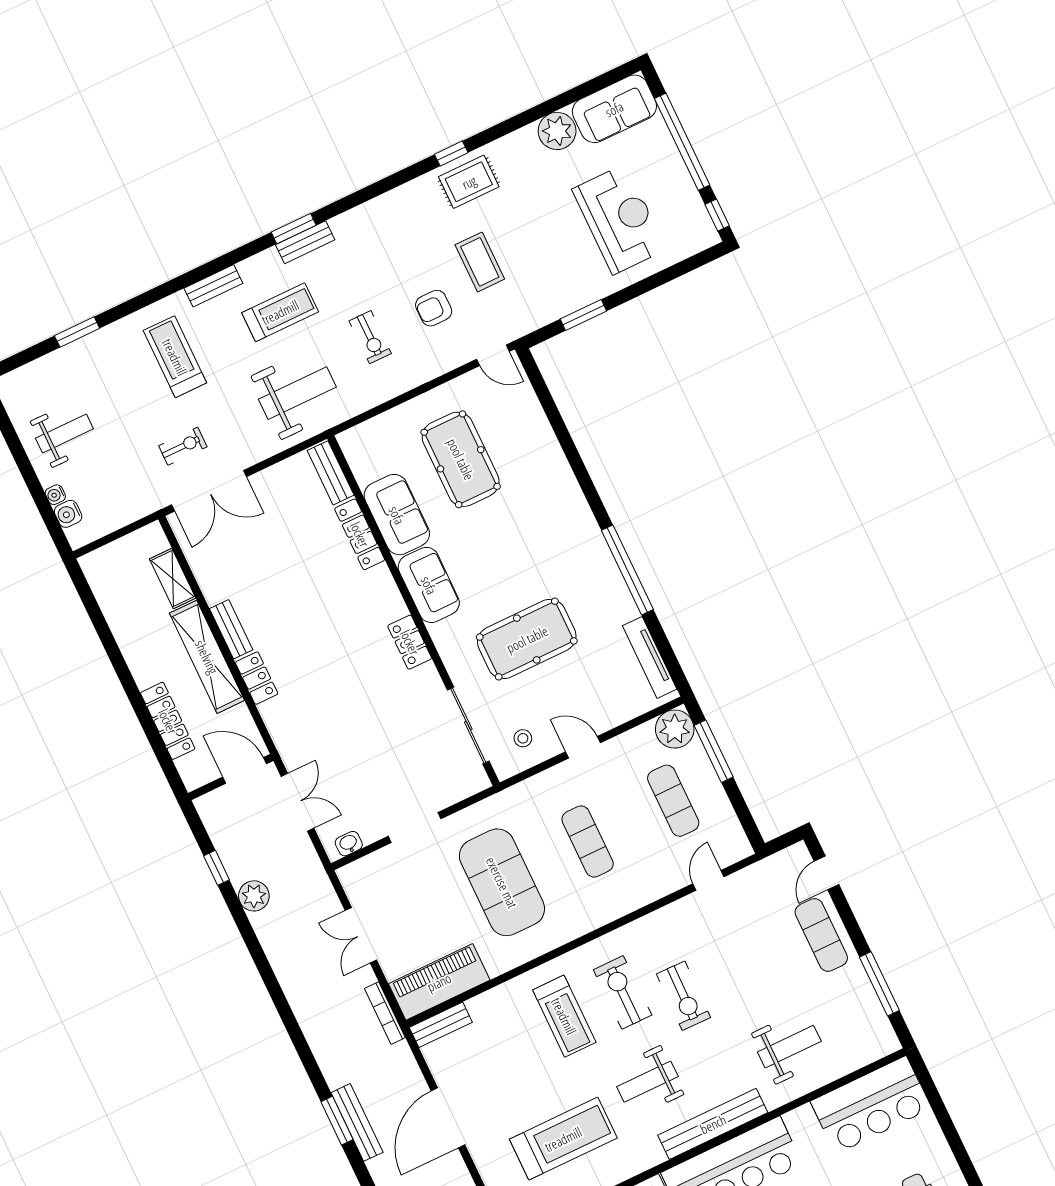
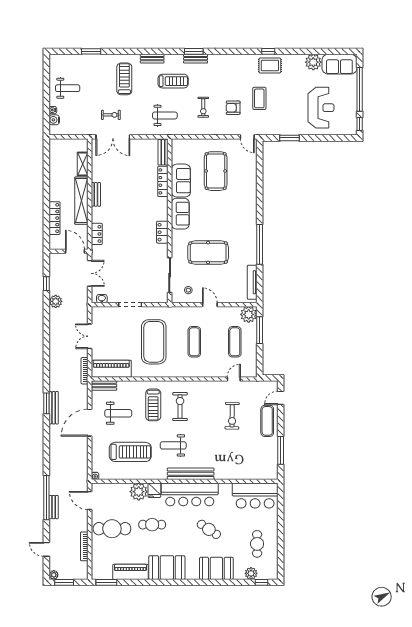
weight bench: (297, 393) -> (165, 115), width x0.73, depth x0.75
locker: (257, 678) -> (97, 234), moved
exercise bike: (684, 996) -> (232, 416), moved
weight bench: (789, 1047) -> (118, 413), moved

